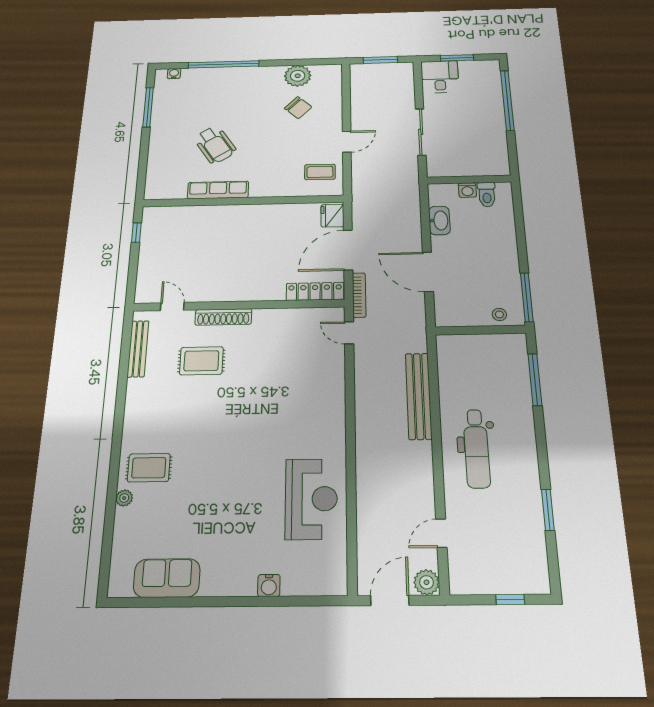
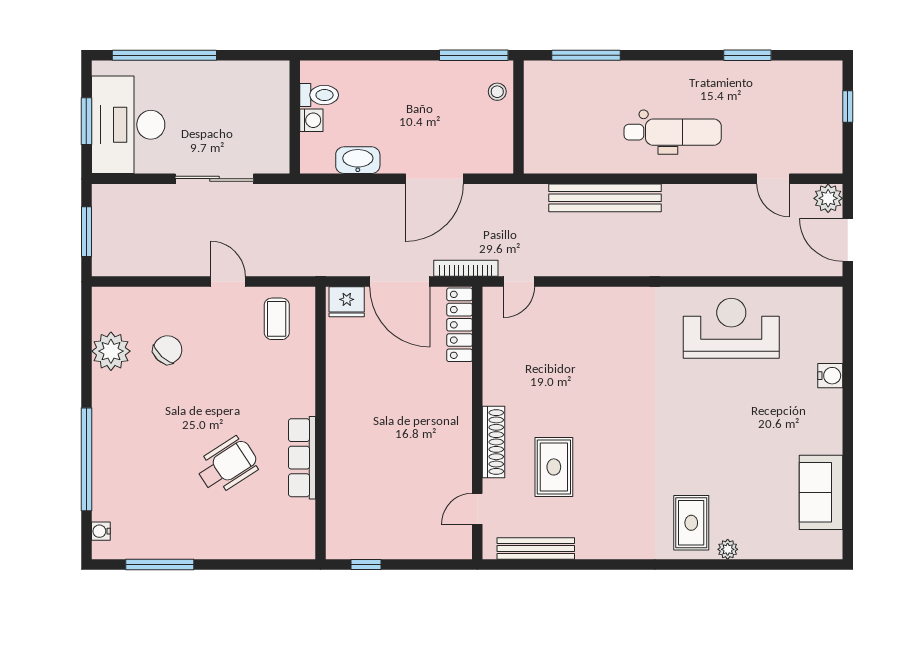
desk: (440, 77) -> (128, 125), width x1.87, depth x1.30

